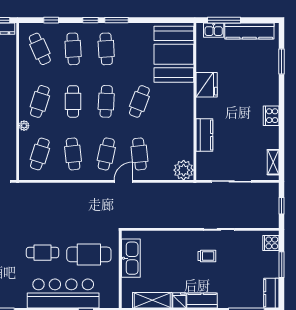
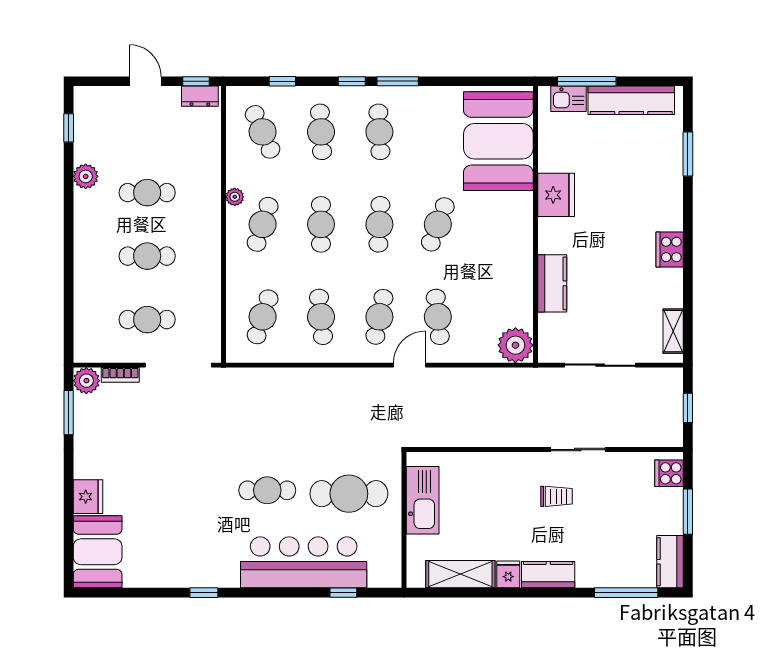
plant: (24, 126) -> (235, 197), moved

